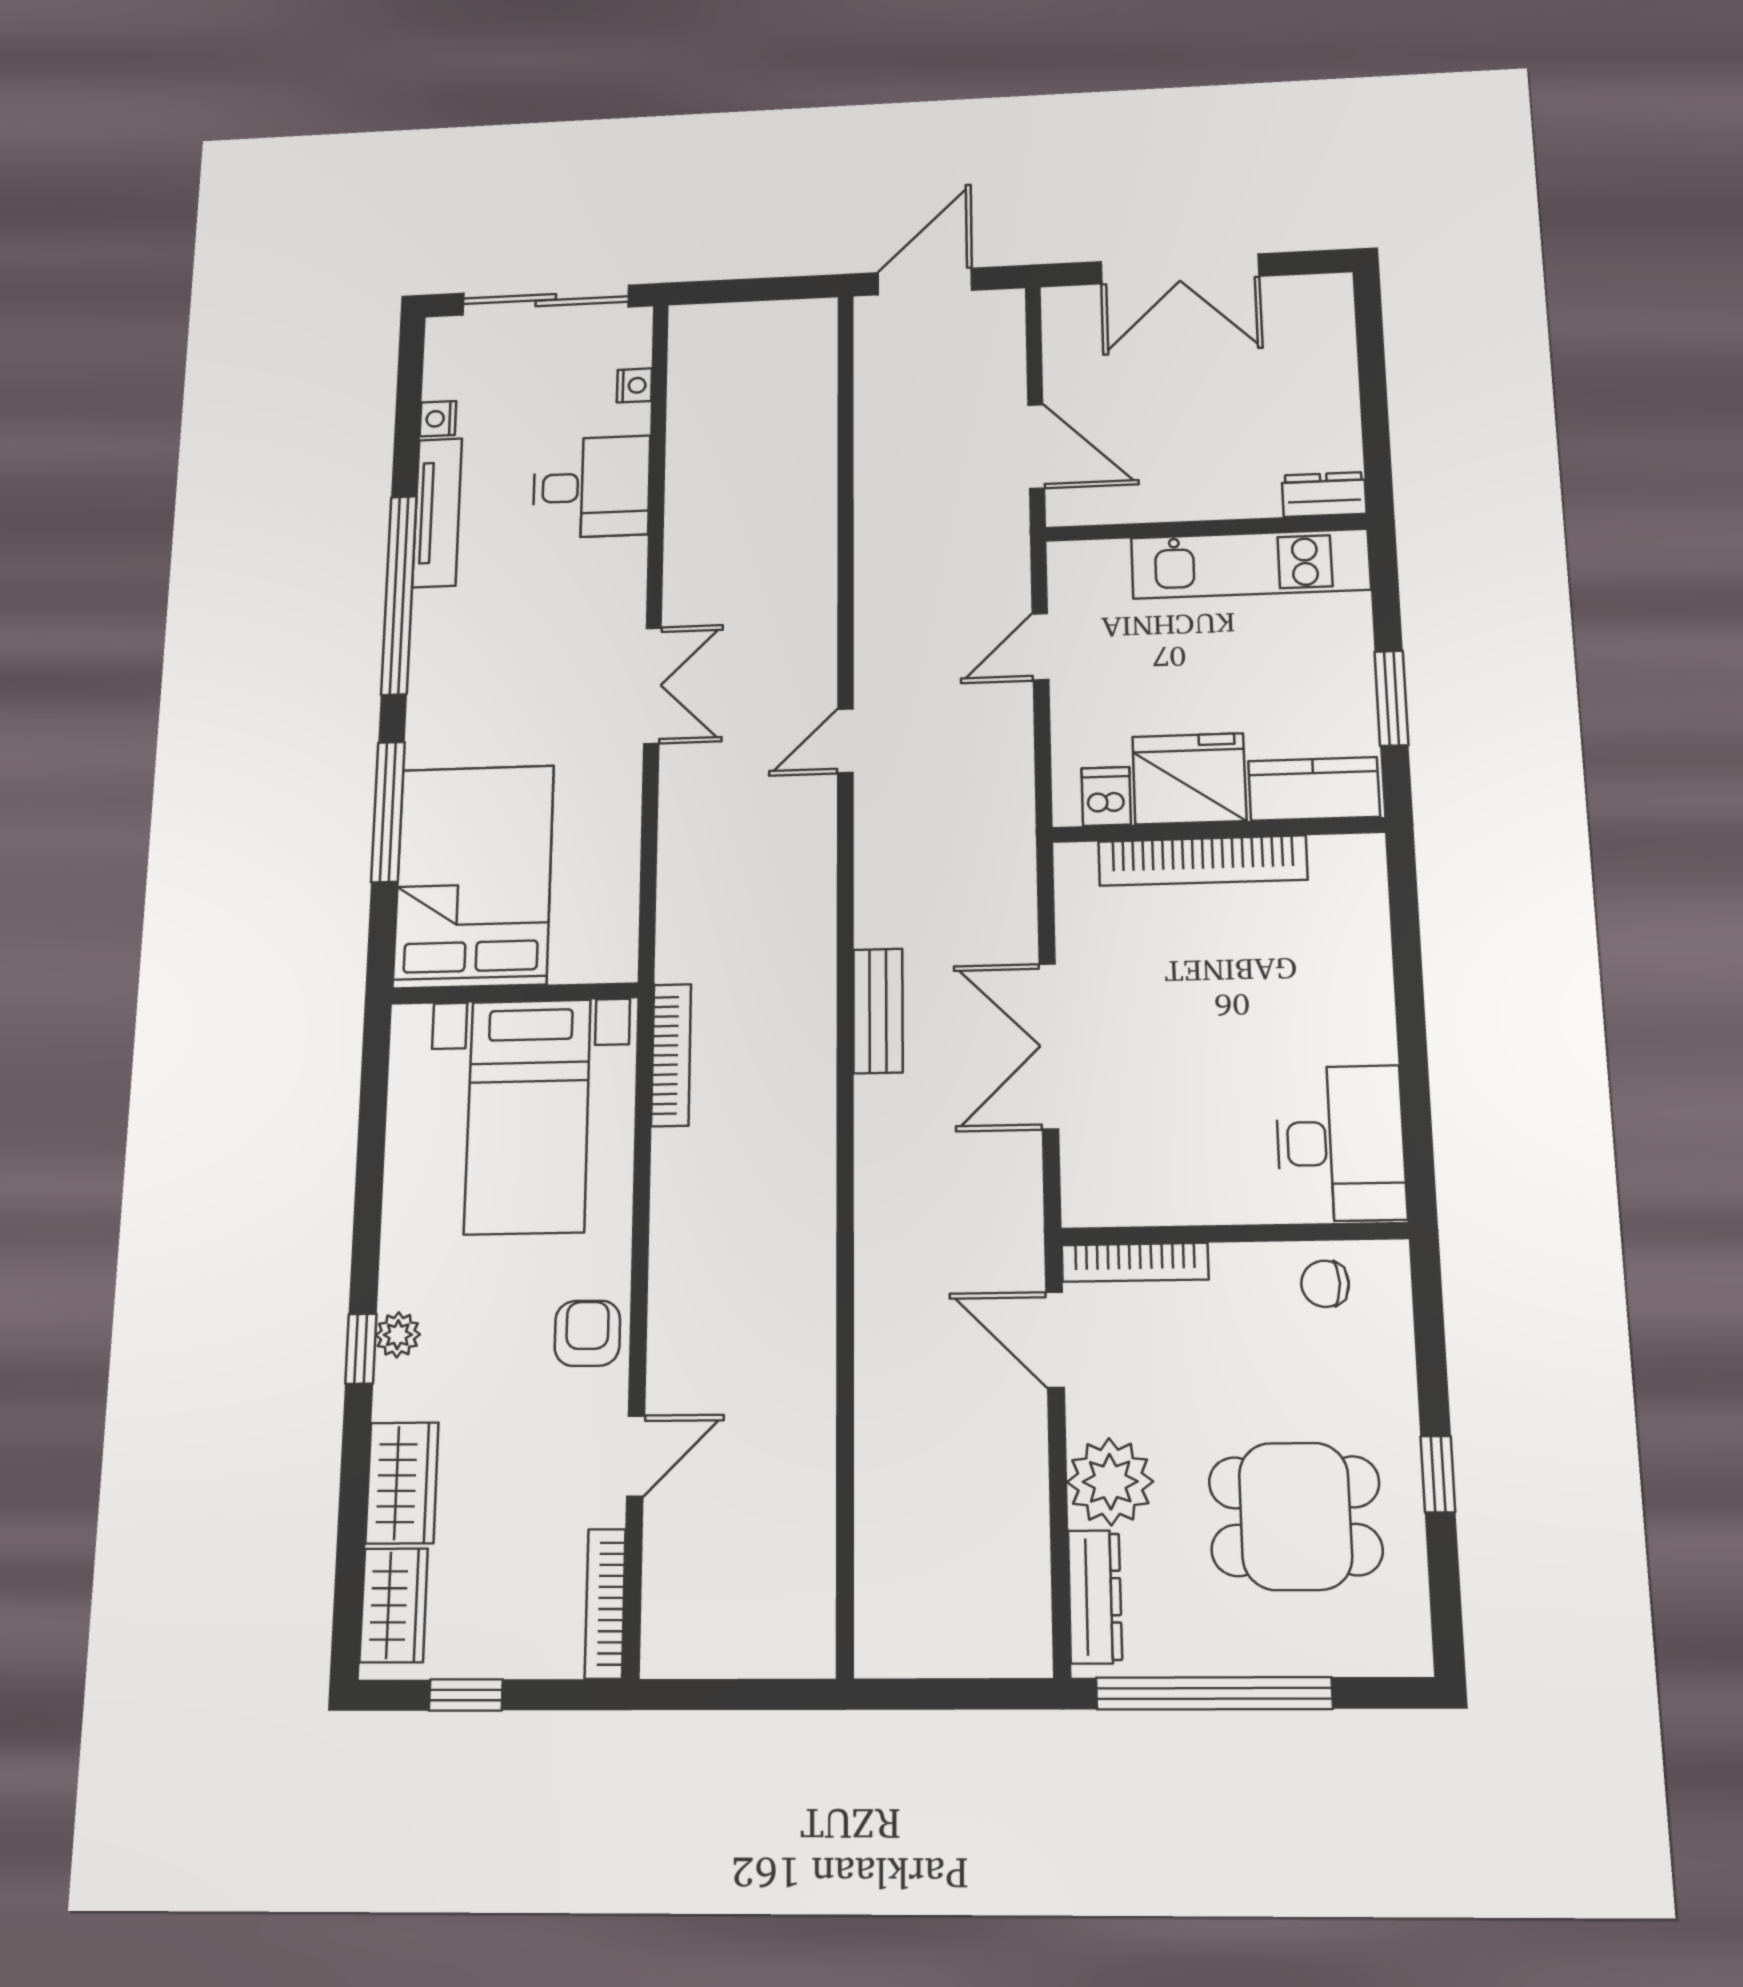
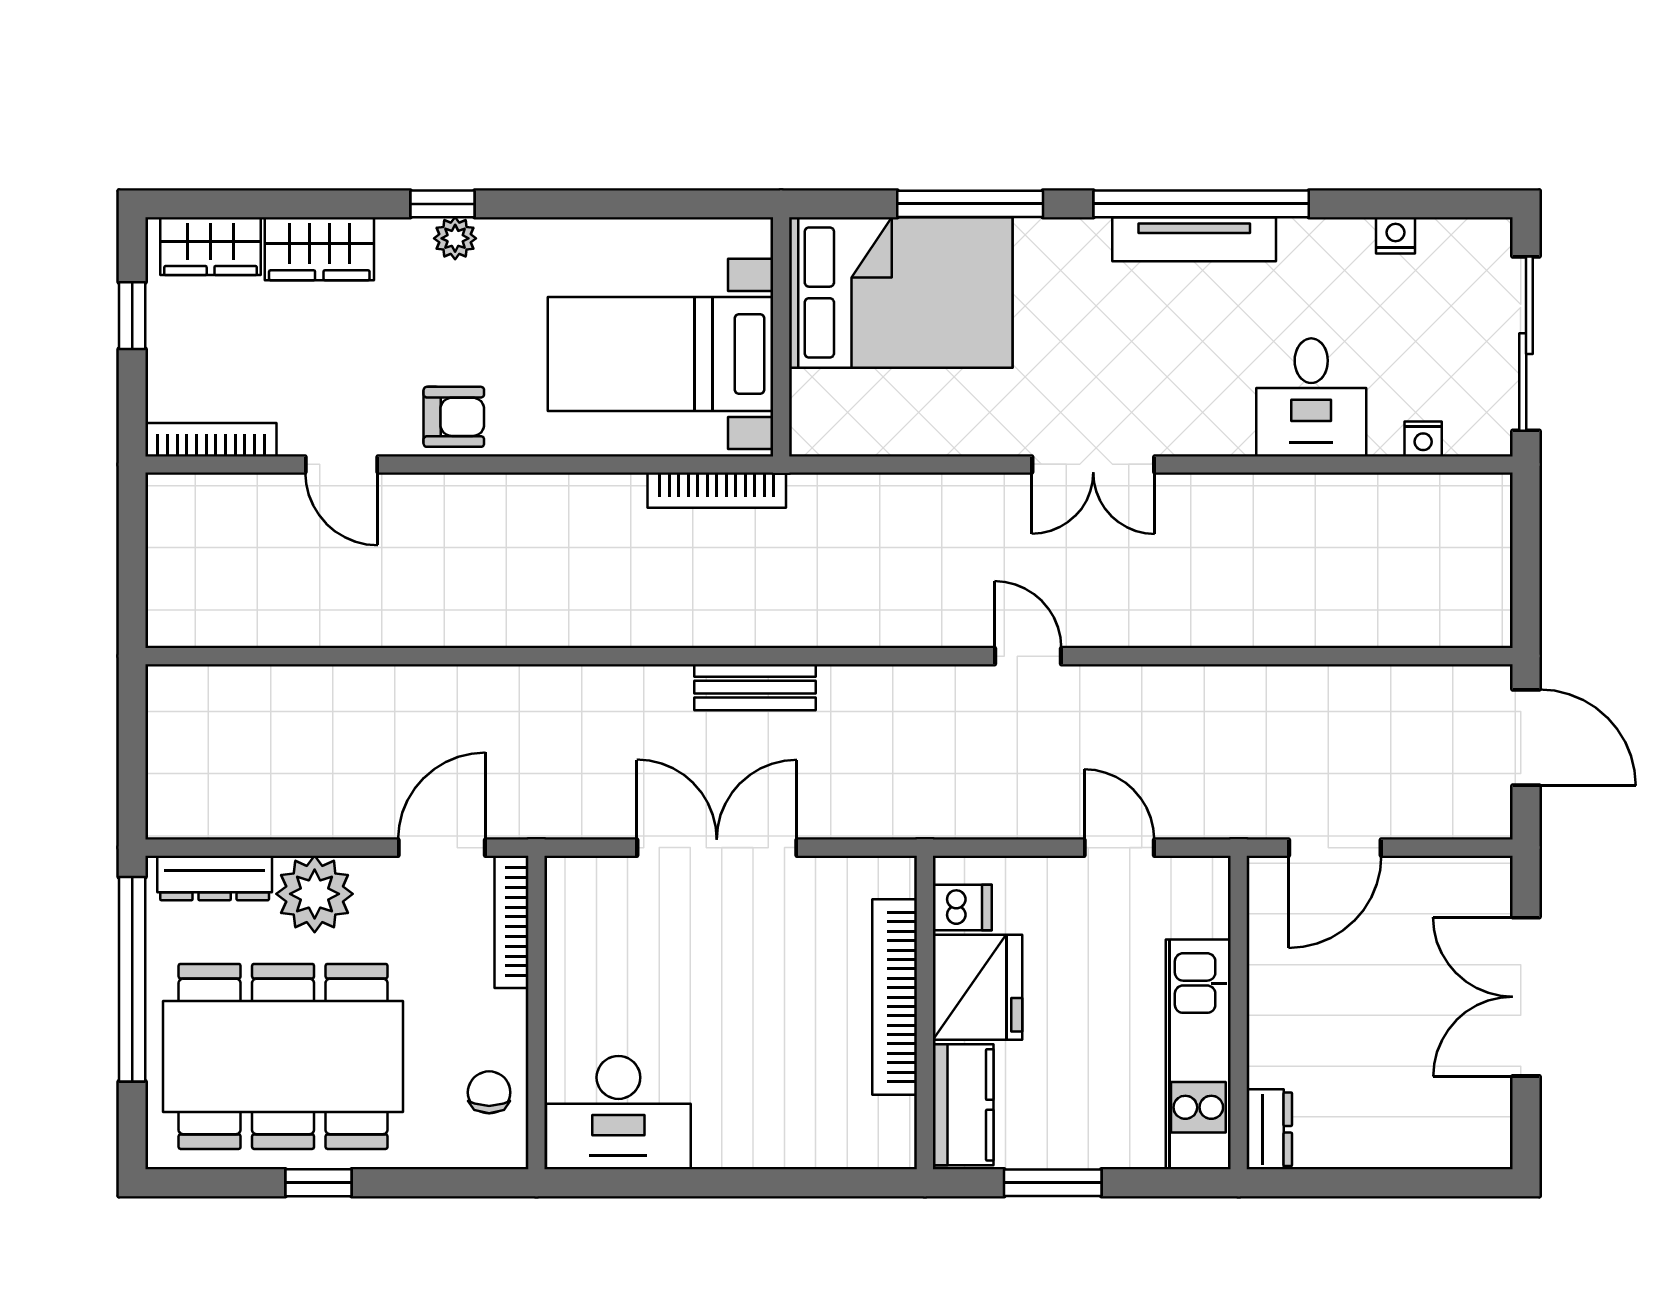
tv unit: (437, 513) -> (1194, 239), moved
dining table: (1295, 1516) -> (283, 1056), width x1.88, depth x1.24

